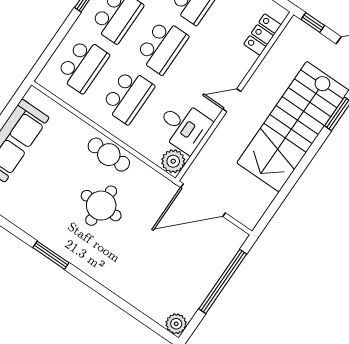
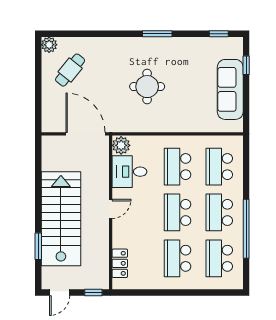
cafe table: (109, 155) -> (70, 70), moved, turned -51
door: (203, 200) -> (86, 134), hinge flipped
window: (223, 281) -> (38, 91), removed

